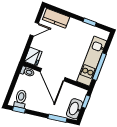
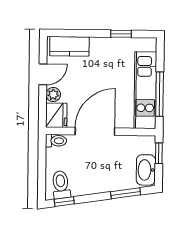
plant: (36, 43) -> (53, 95), added
door: (53, 75) -> (95, 131), swing flipped

